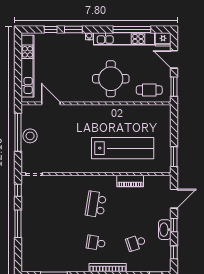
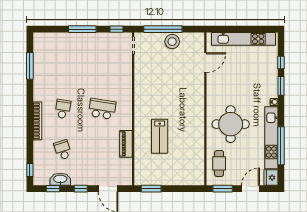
window: (18, 132) -> (163, 29), moved
lab bench: (123, 148) -> (160, 136), width x0.54, depth x0.72
washbasin: (165, 230) -> (60, 179), moved

